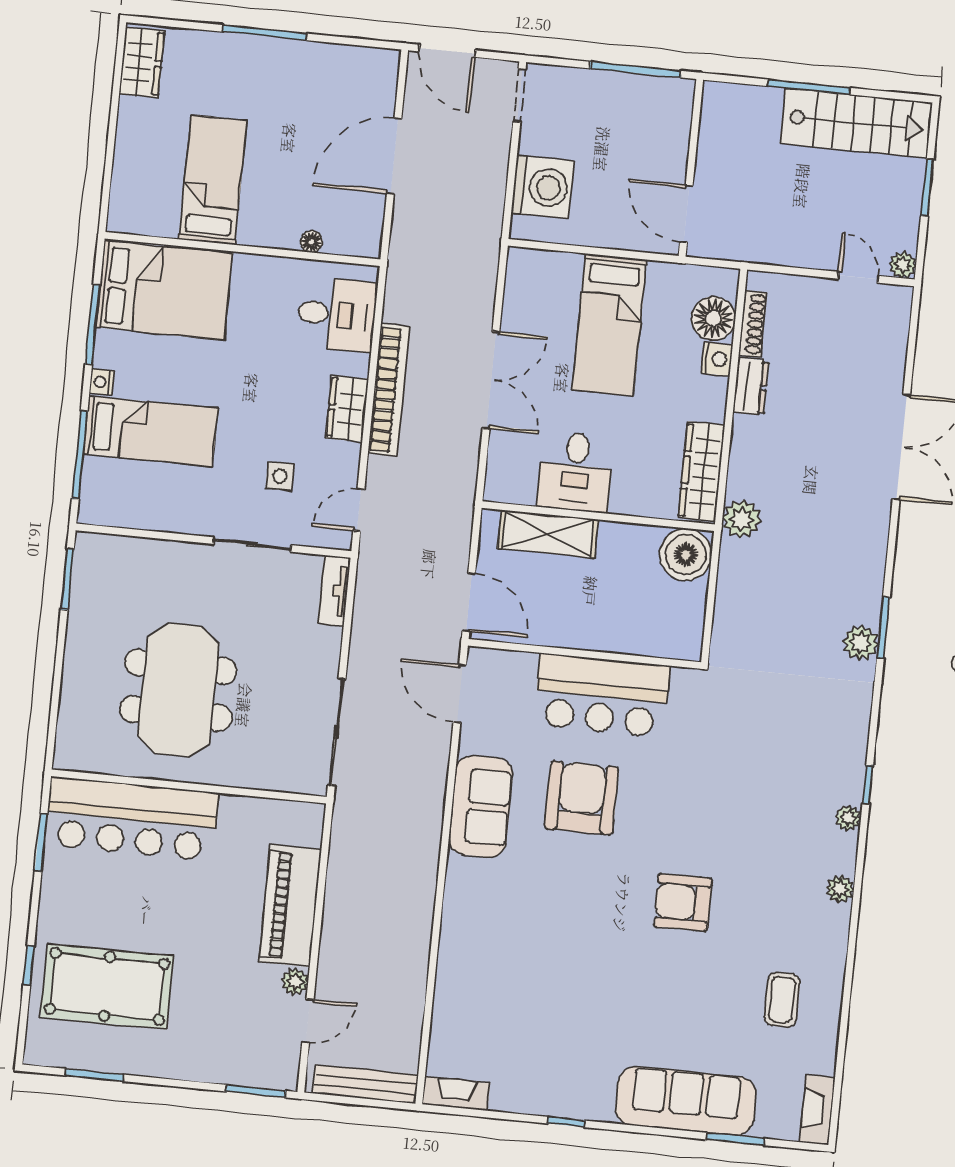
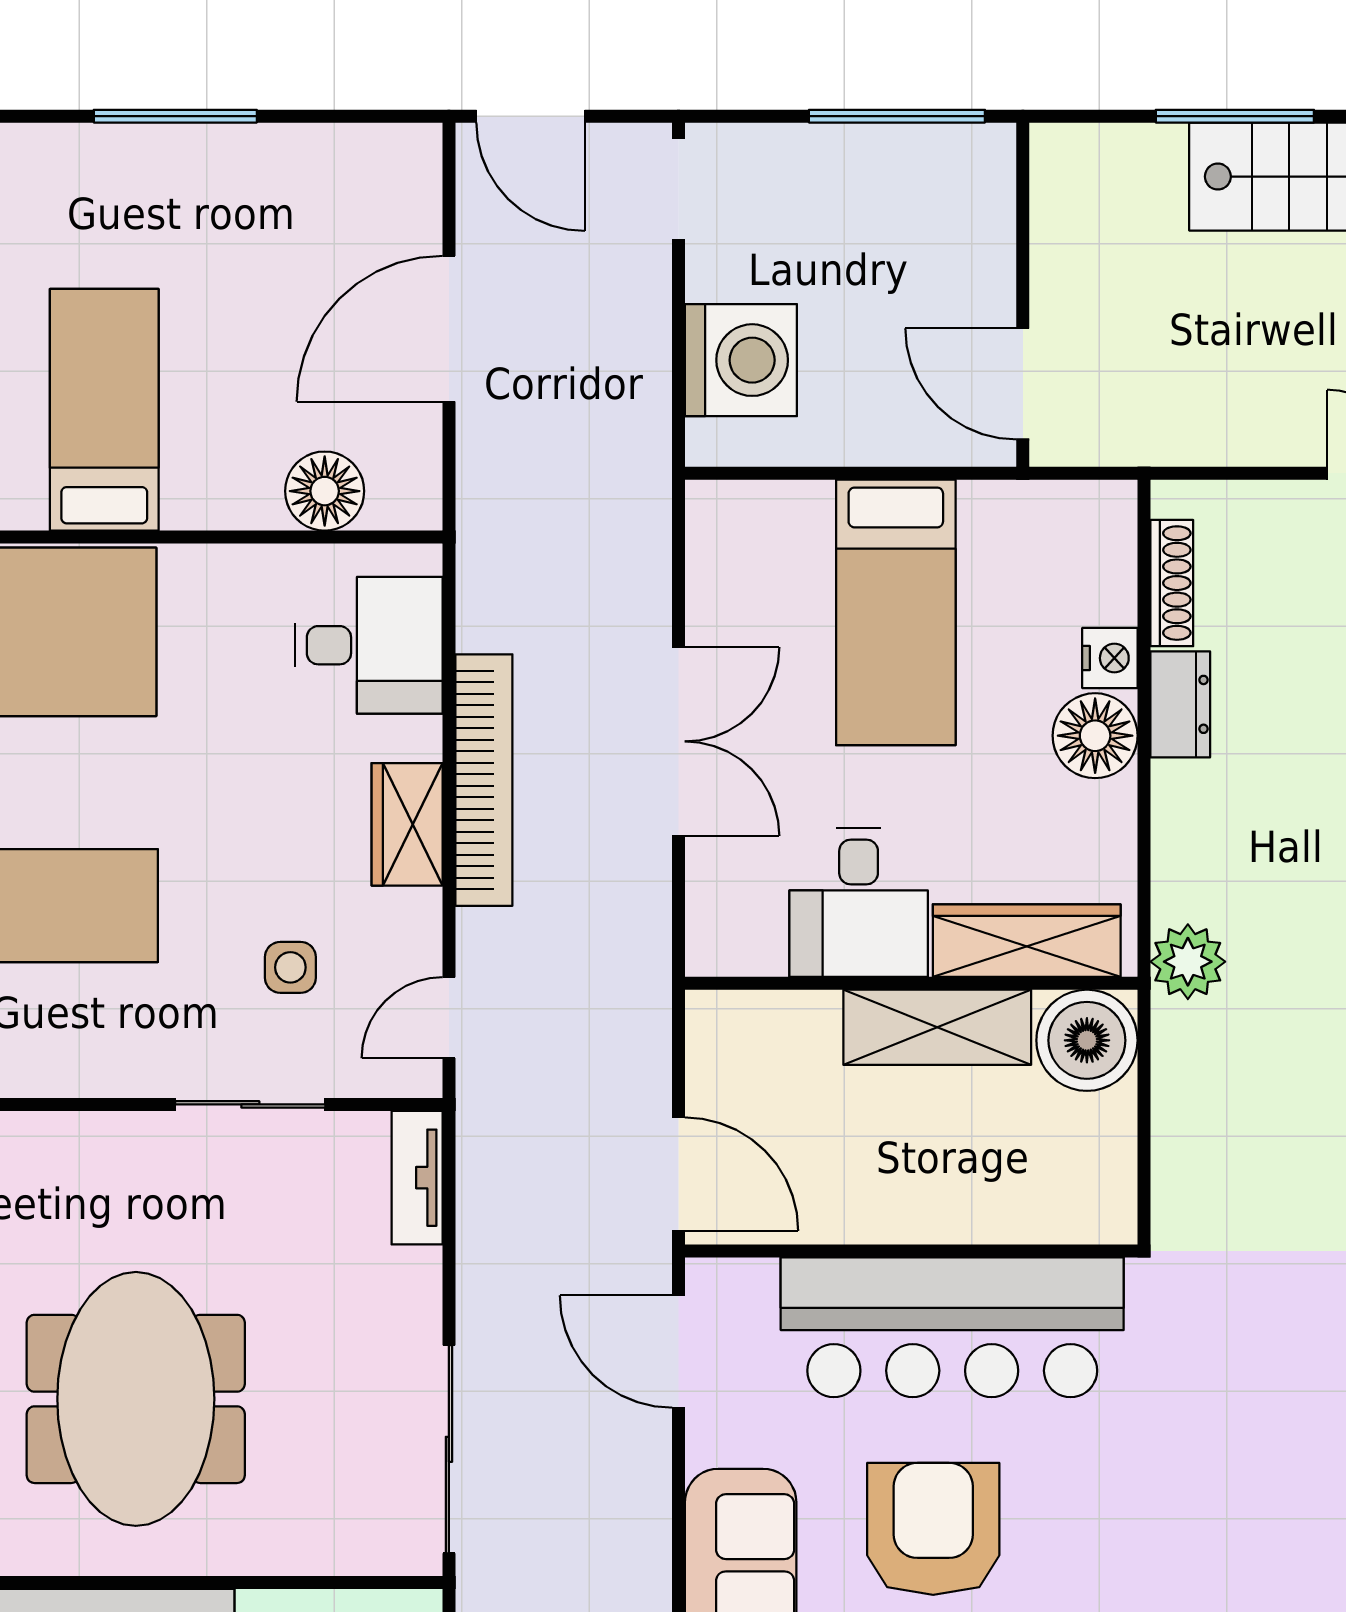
floor lamp: (311, 242) -> (325, 491), width x1.89, depth x1.89
floor lamp: (713, 318) -> (1095, 736), moved
wardrobe: (701, 471) -> (1027, 941), moved, turned 90
shelving: (548, 534) -> (937, 1027), moved
bar counter: (602, 695) -> (952, 1327), width x1.36

